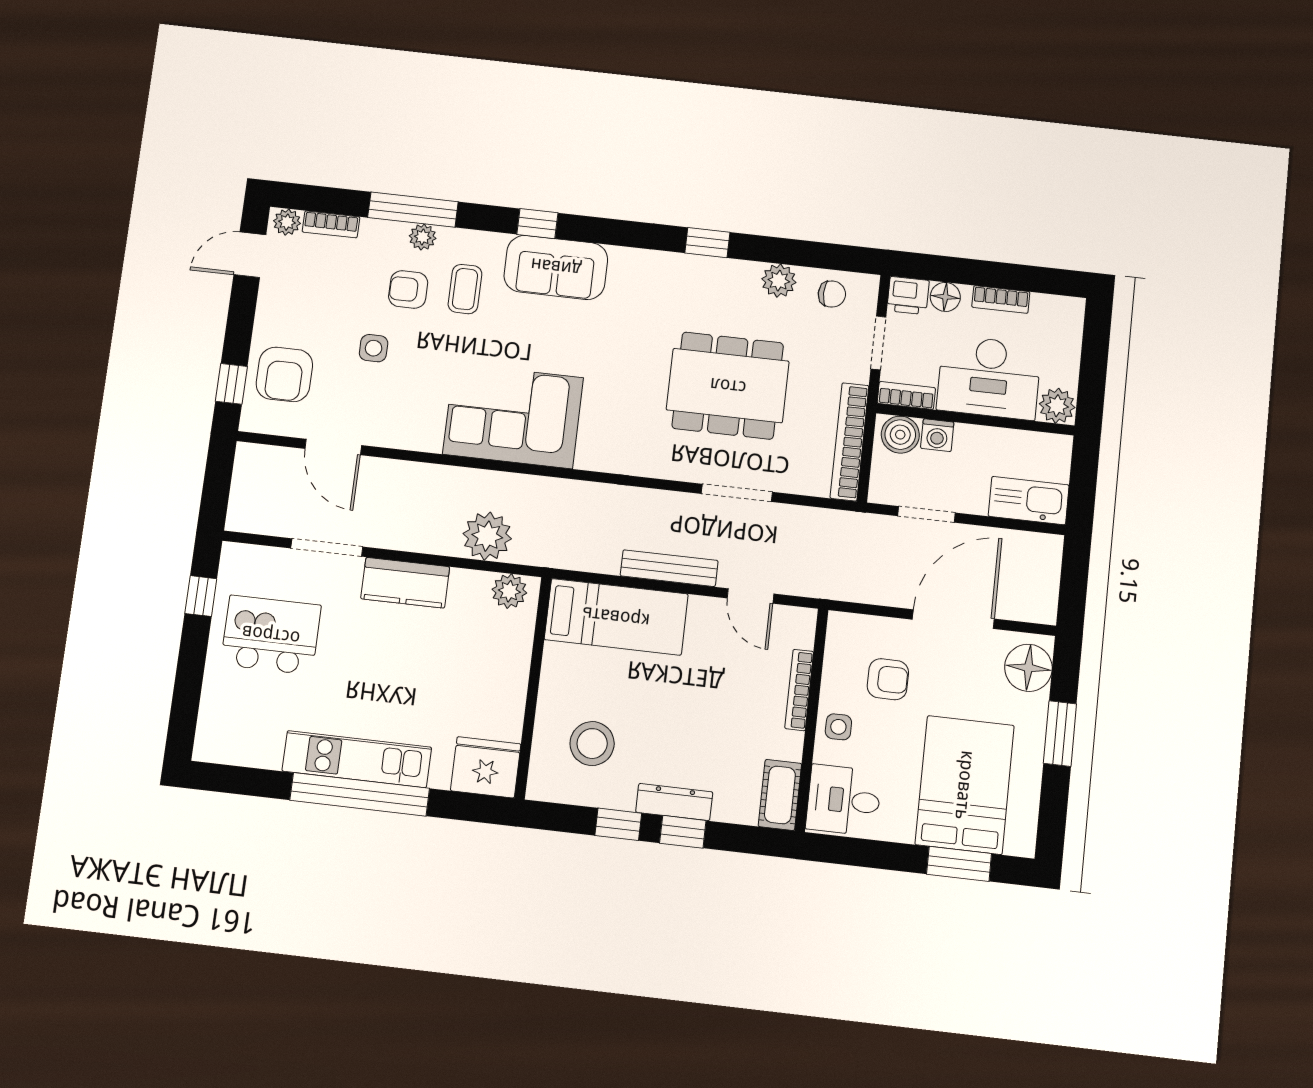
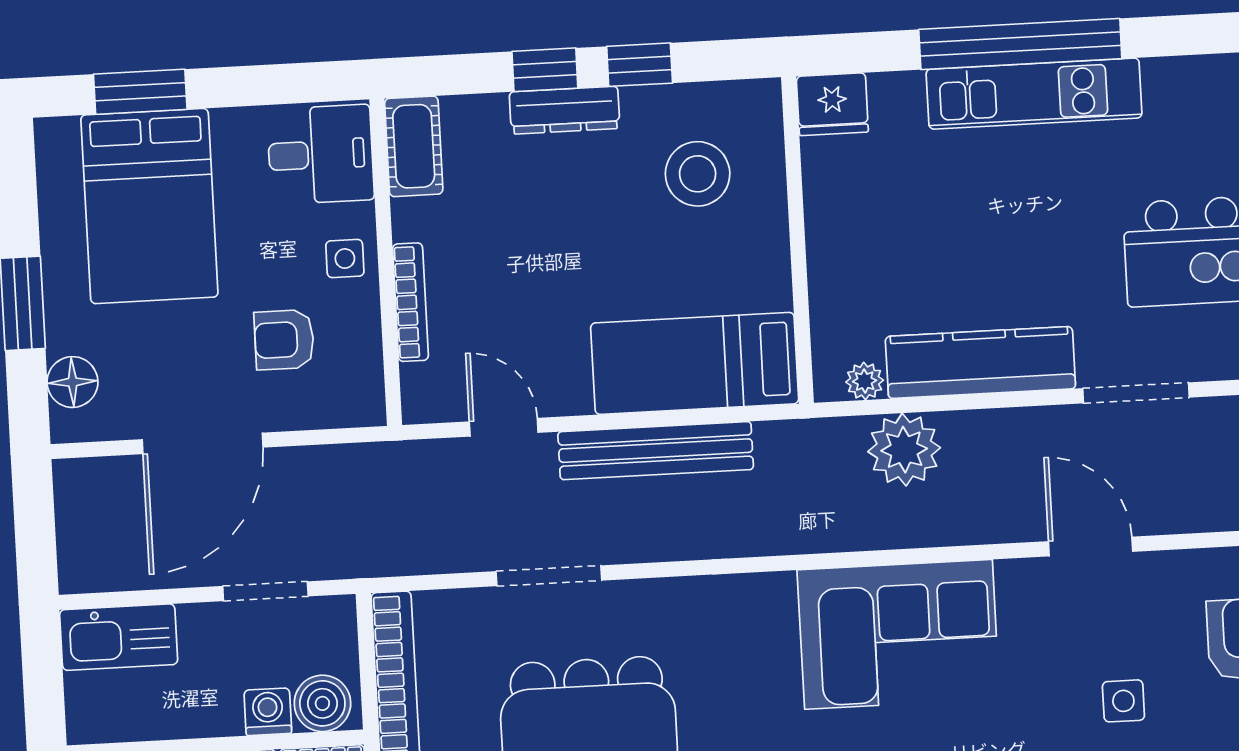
door: (333, 447) -> (1091, 546), moved
bench: (669, 568) -> (656, 451), width x1.37, depth x1.21
kitchen counter: (405, 583) -> (980, 362), width x1.50
plant: (509, 591) -> (865, 381), width x0.73, depth x0.73
floor lamp: (1028, 668) -> (73, 382), width x0.73, depth x0.73
fridge: (486, 767) -> (832, 104), width x0.73, depth x0.75

